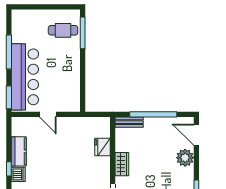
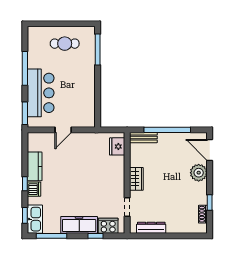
cafe table: (63, 30) -> (65, 44), moved
bar counter: (25, 77) -> (41, 93), width x0.73
door: (48, 114) -> (63, 130), hinge flipped
fridge: (102, 147) -> (117, 146), moved

